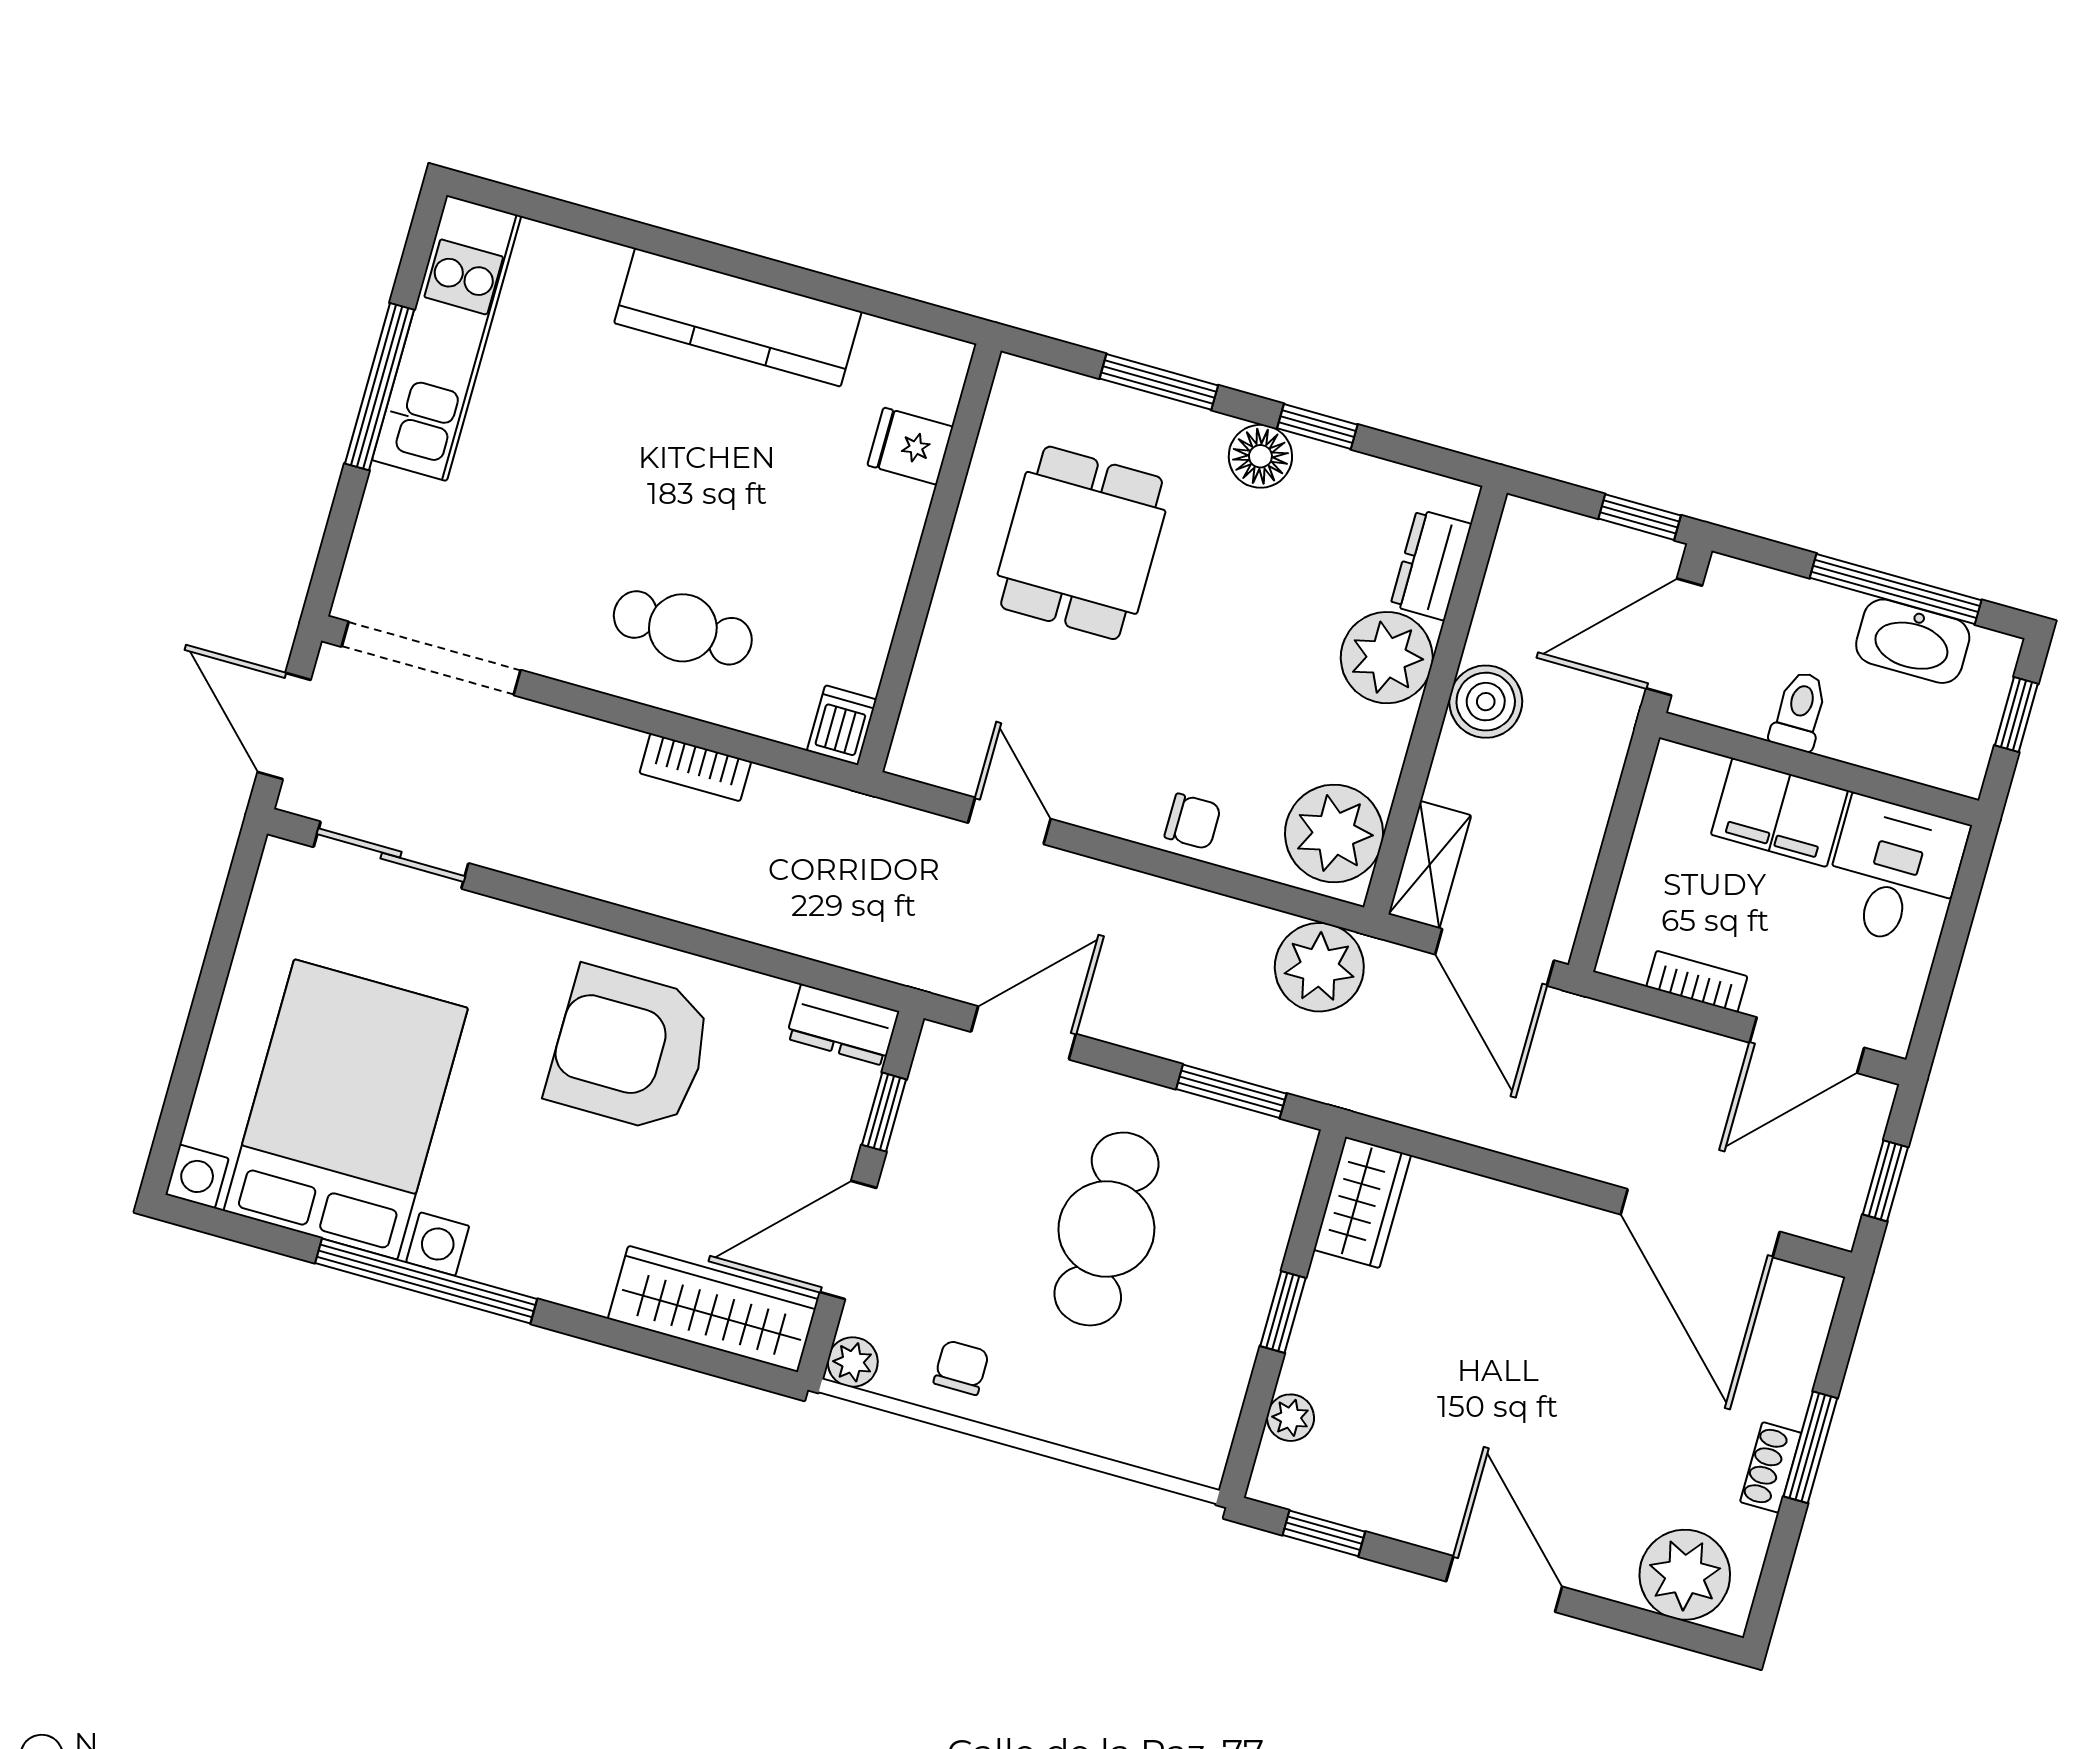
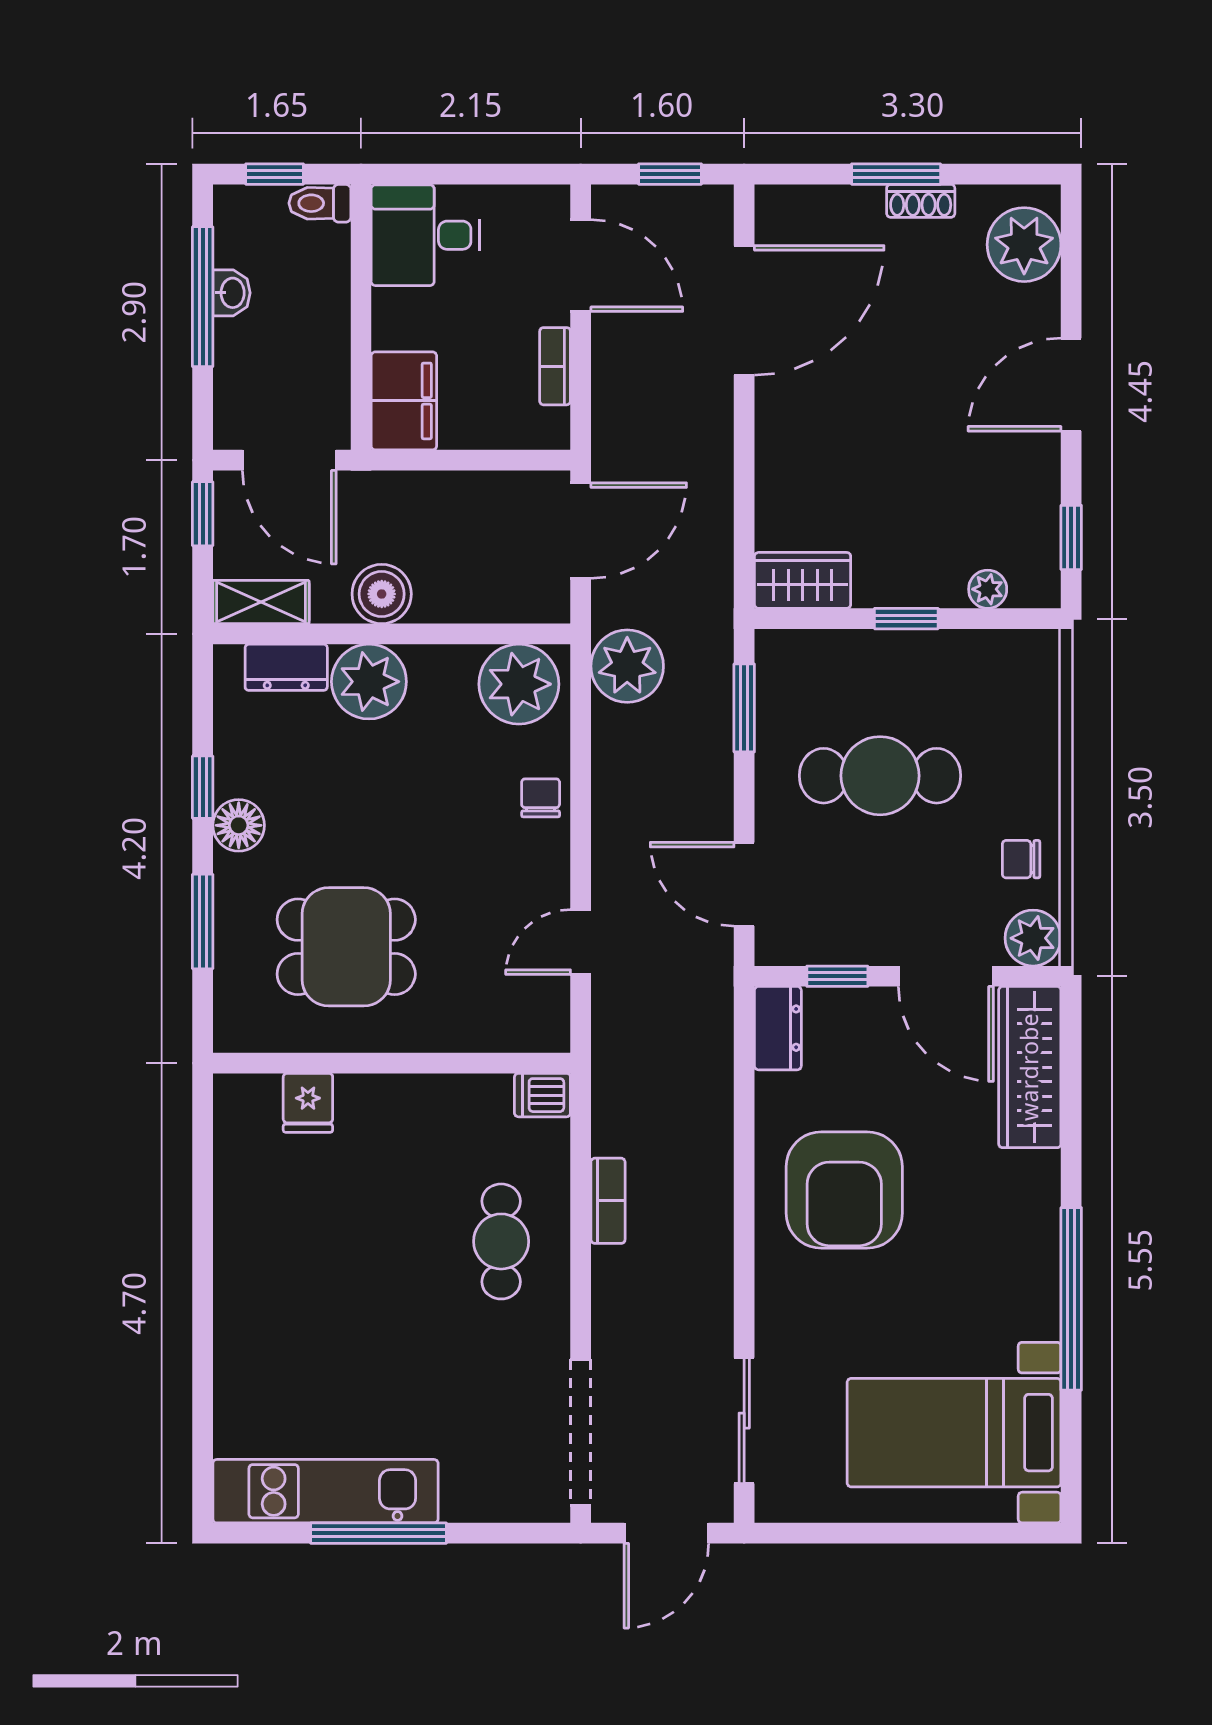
kitchen counter: (738, 317) -> (245, 1267), removed
washbasin: (1913, 641) -> (231, 293), width x0.52, depth x0.69
toilet: (1799, 711) -> (320, 203), moved
filing cabinet: (1779, 812) -> (404, 401), moved
shelving: (1430, 865) -> (261, 602), moved
bed with nightstands: (346, 1109) -> (954, 1433), width x0.73
plant: (853, 1362) -> (1033, 938), width x1.38, depth x1.38

